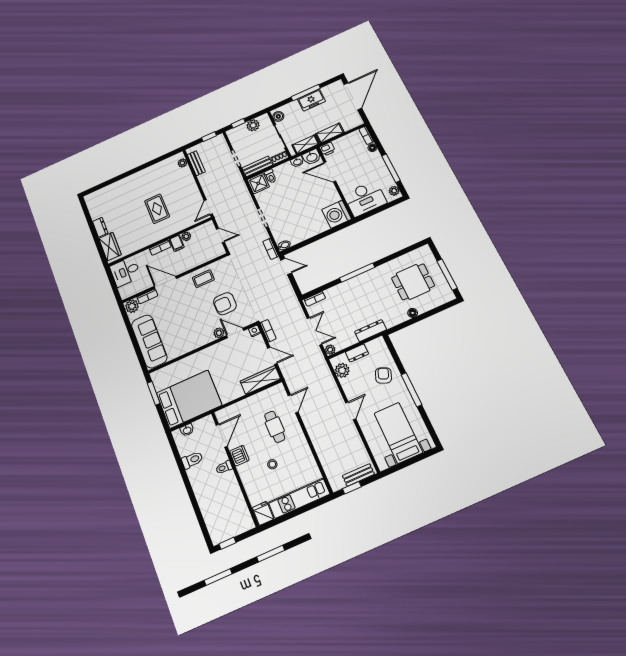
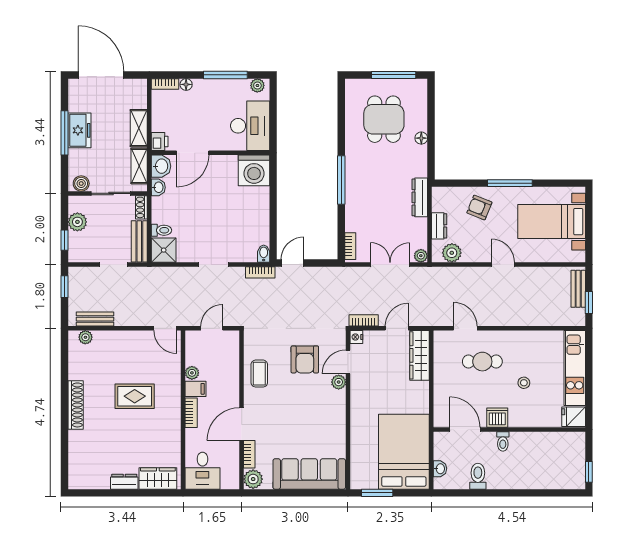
shoe rack: (138, 177) -> (76, 405), added

